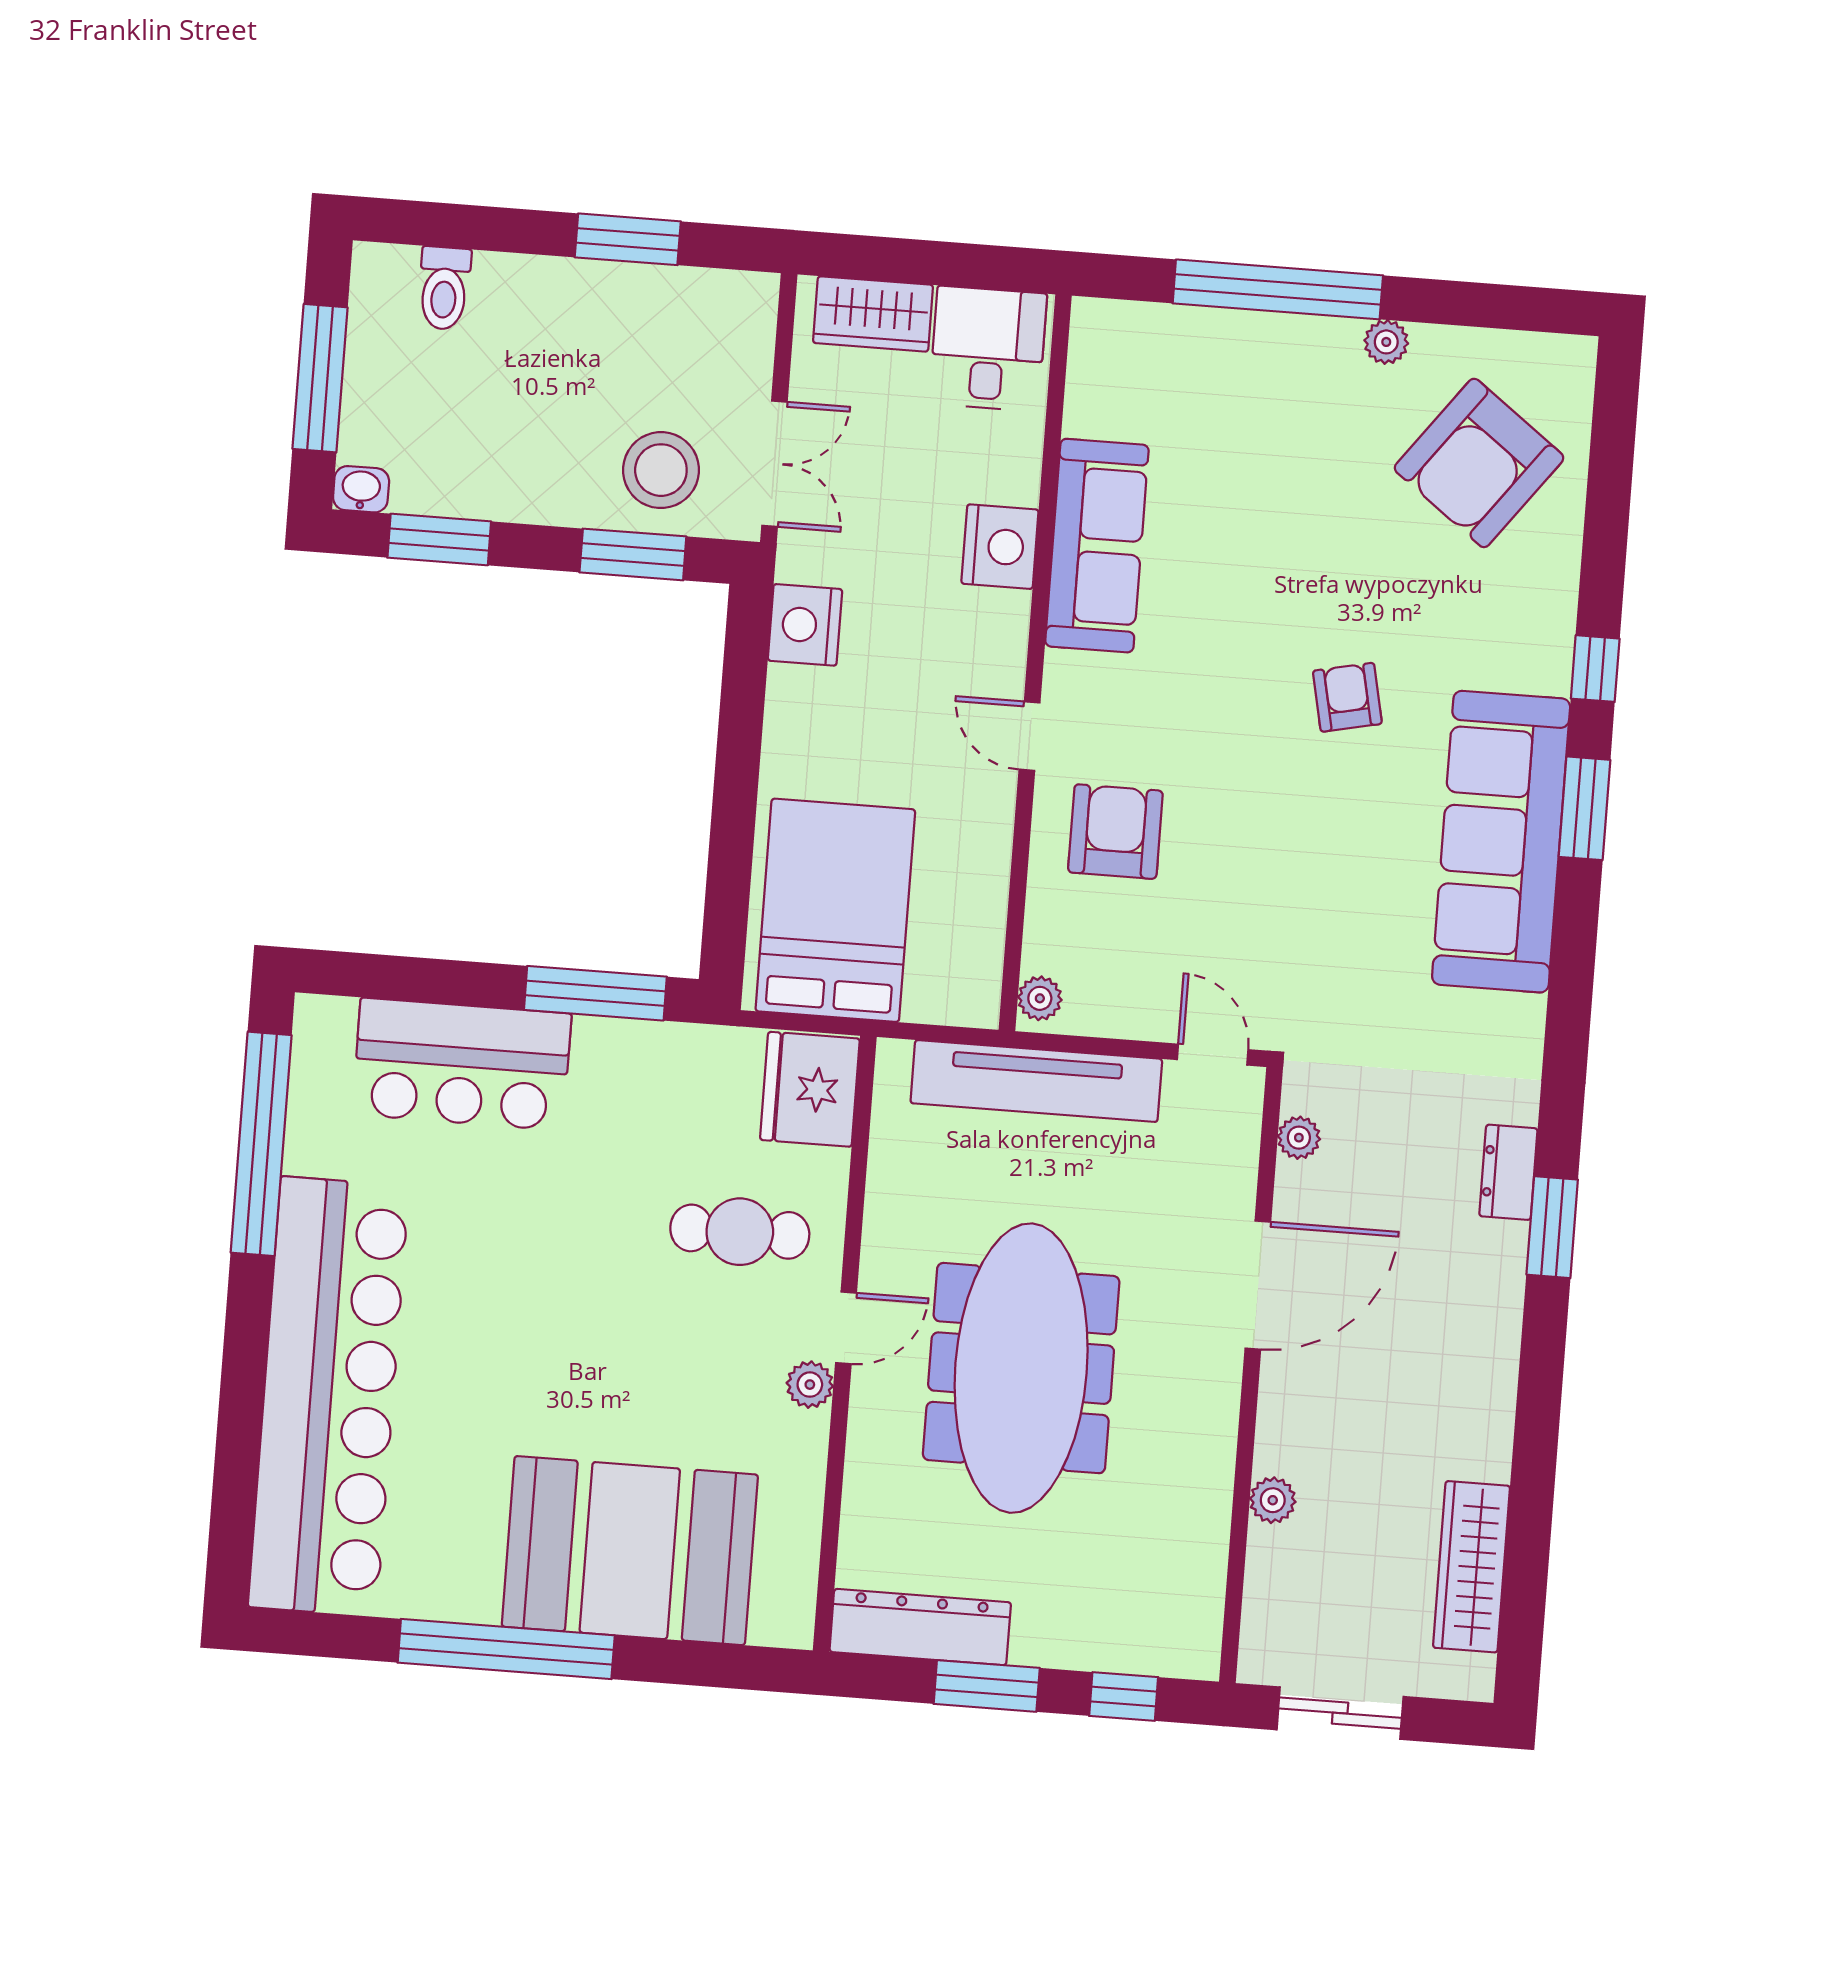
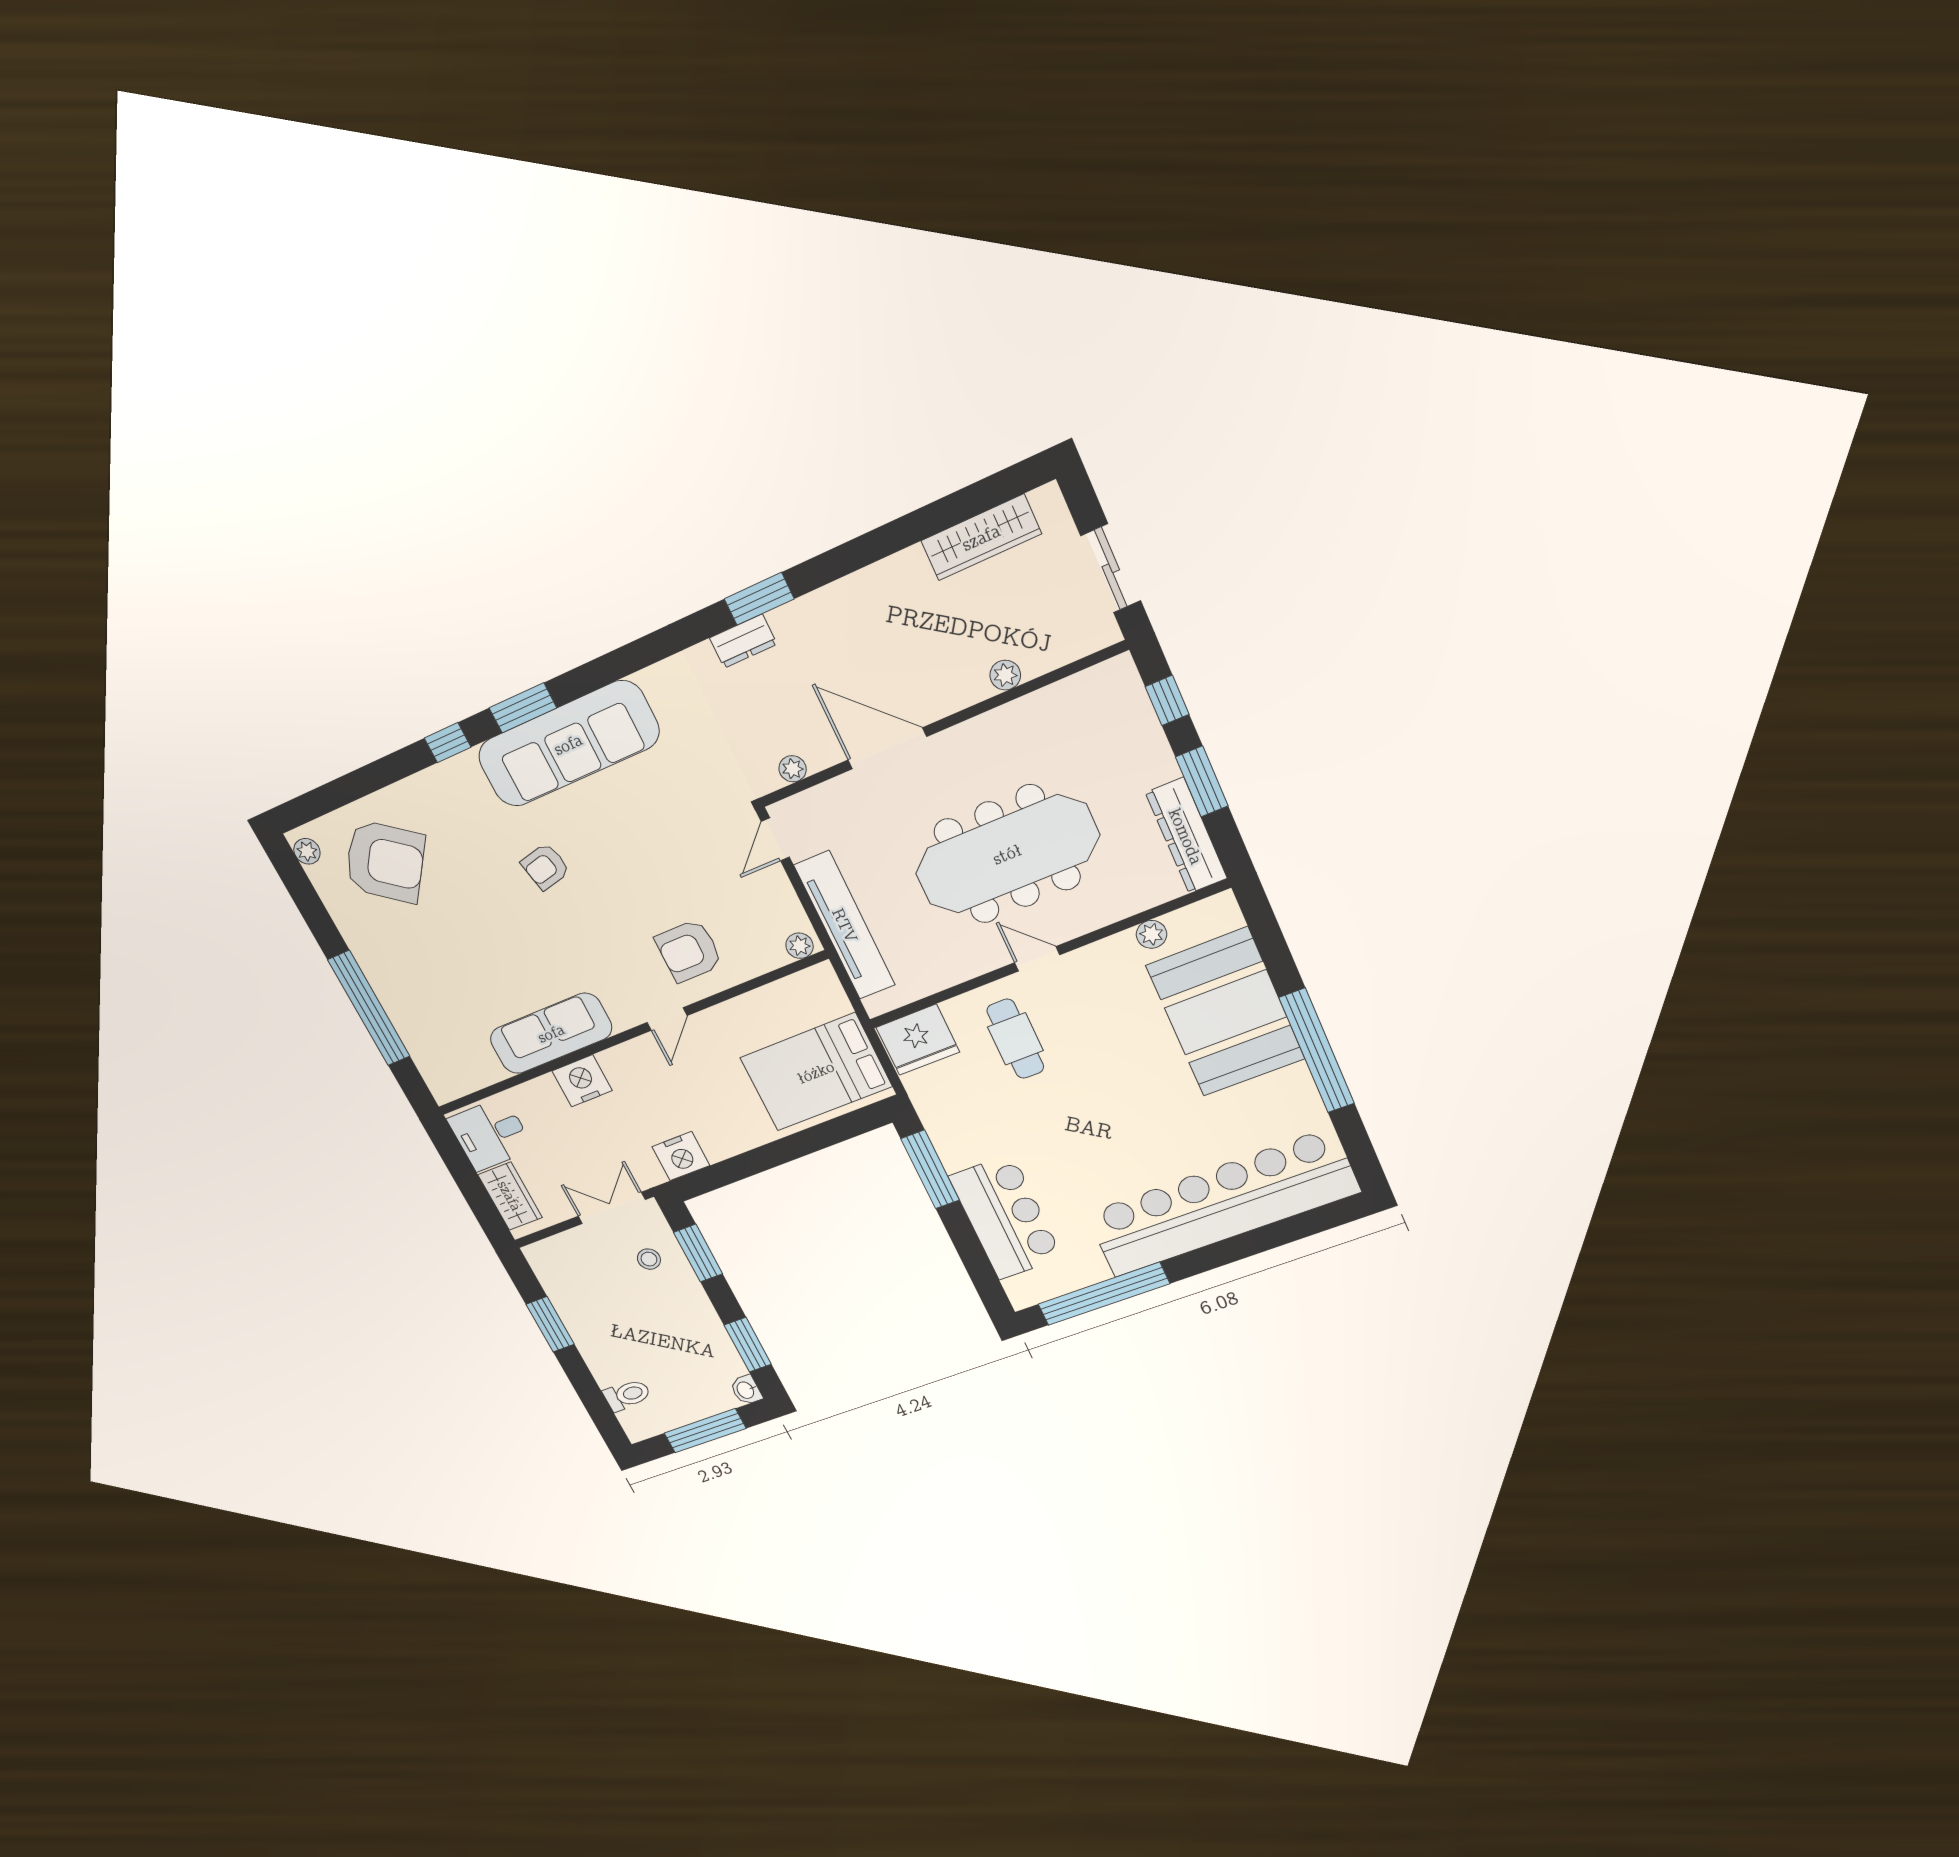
plant: (1386, 342) -> (307, 851), moved
stool: (661, 470) -> (649, 1259), width x0.53, depth x0.53
plant: (810, 1385) -> (1152, 934), moved

